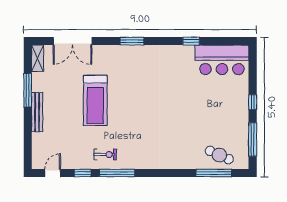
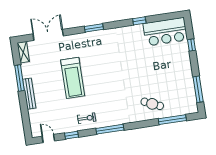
double door: (72, 41) -> (48, 35), swing flipped
window: (253, 102) -> (191, 45), moved
cafe table: (219, 155) -> (152, 104), moved
door: (53, 173) -> (48, 139), hinge flipped
window: (117, 173) -> (110, 129), moved

